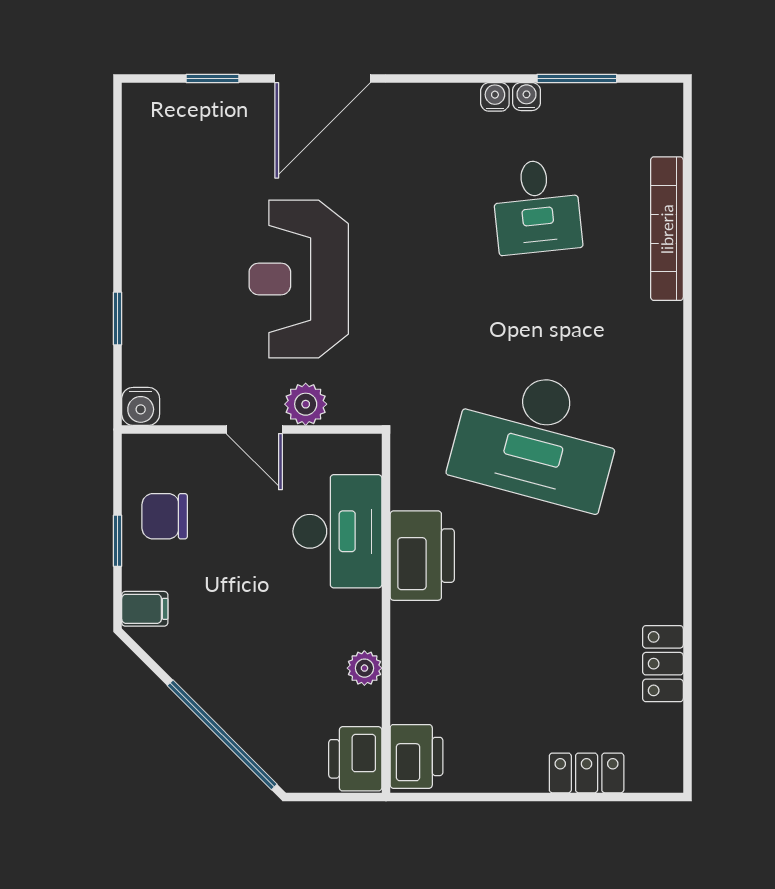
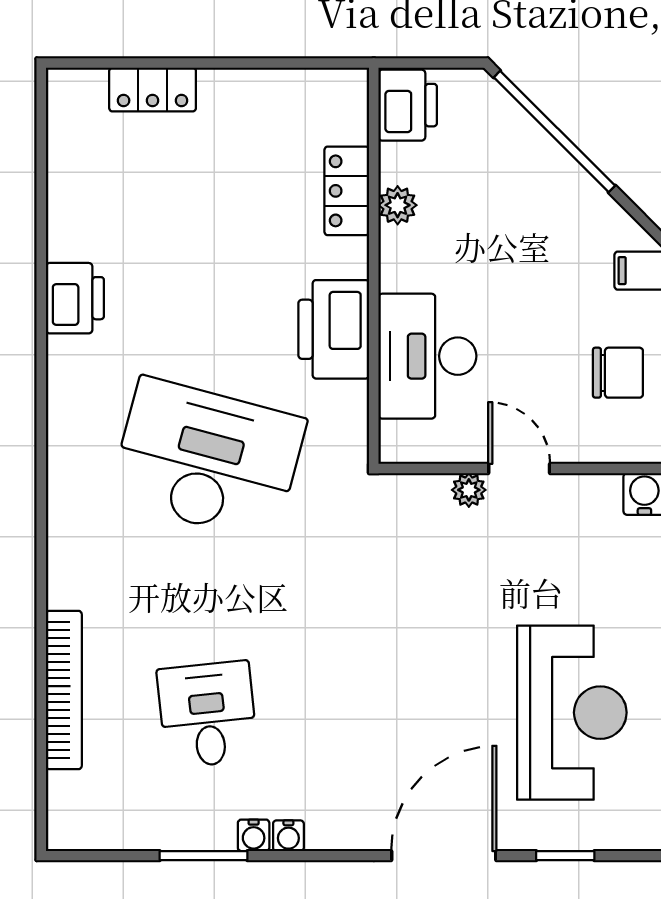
window: (577, 78) -> (204, 856), moved
water cooler: (526, 97) -> (288, 836), moved
reception desk: (299, 279) -> (572, 713), moved
plant: (306, 404) -> (469, 490), width x0.73, depth x0.73
locker: (663, 664) -> (347, 191), moved, turned 180
printer: (416, 756) -> (75, 298), moved, turned 180

